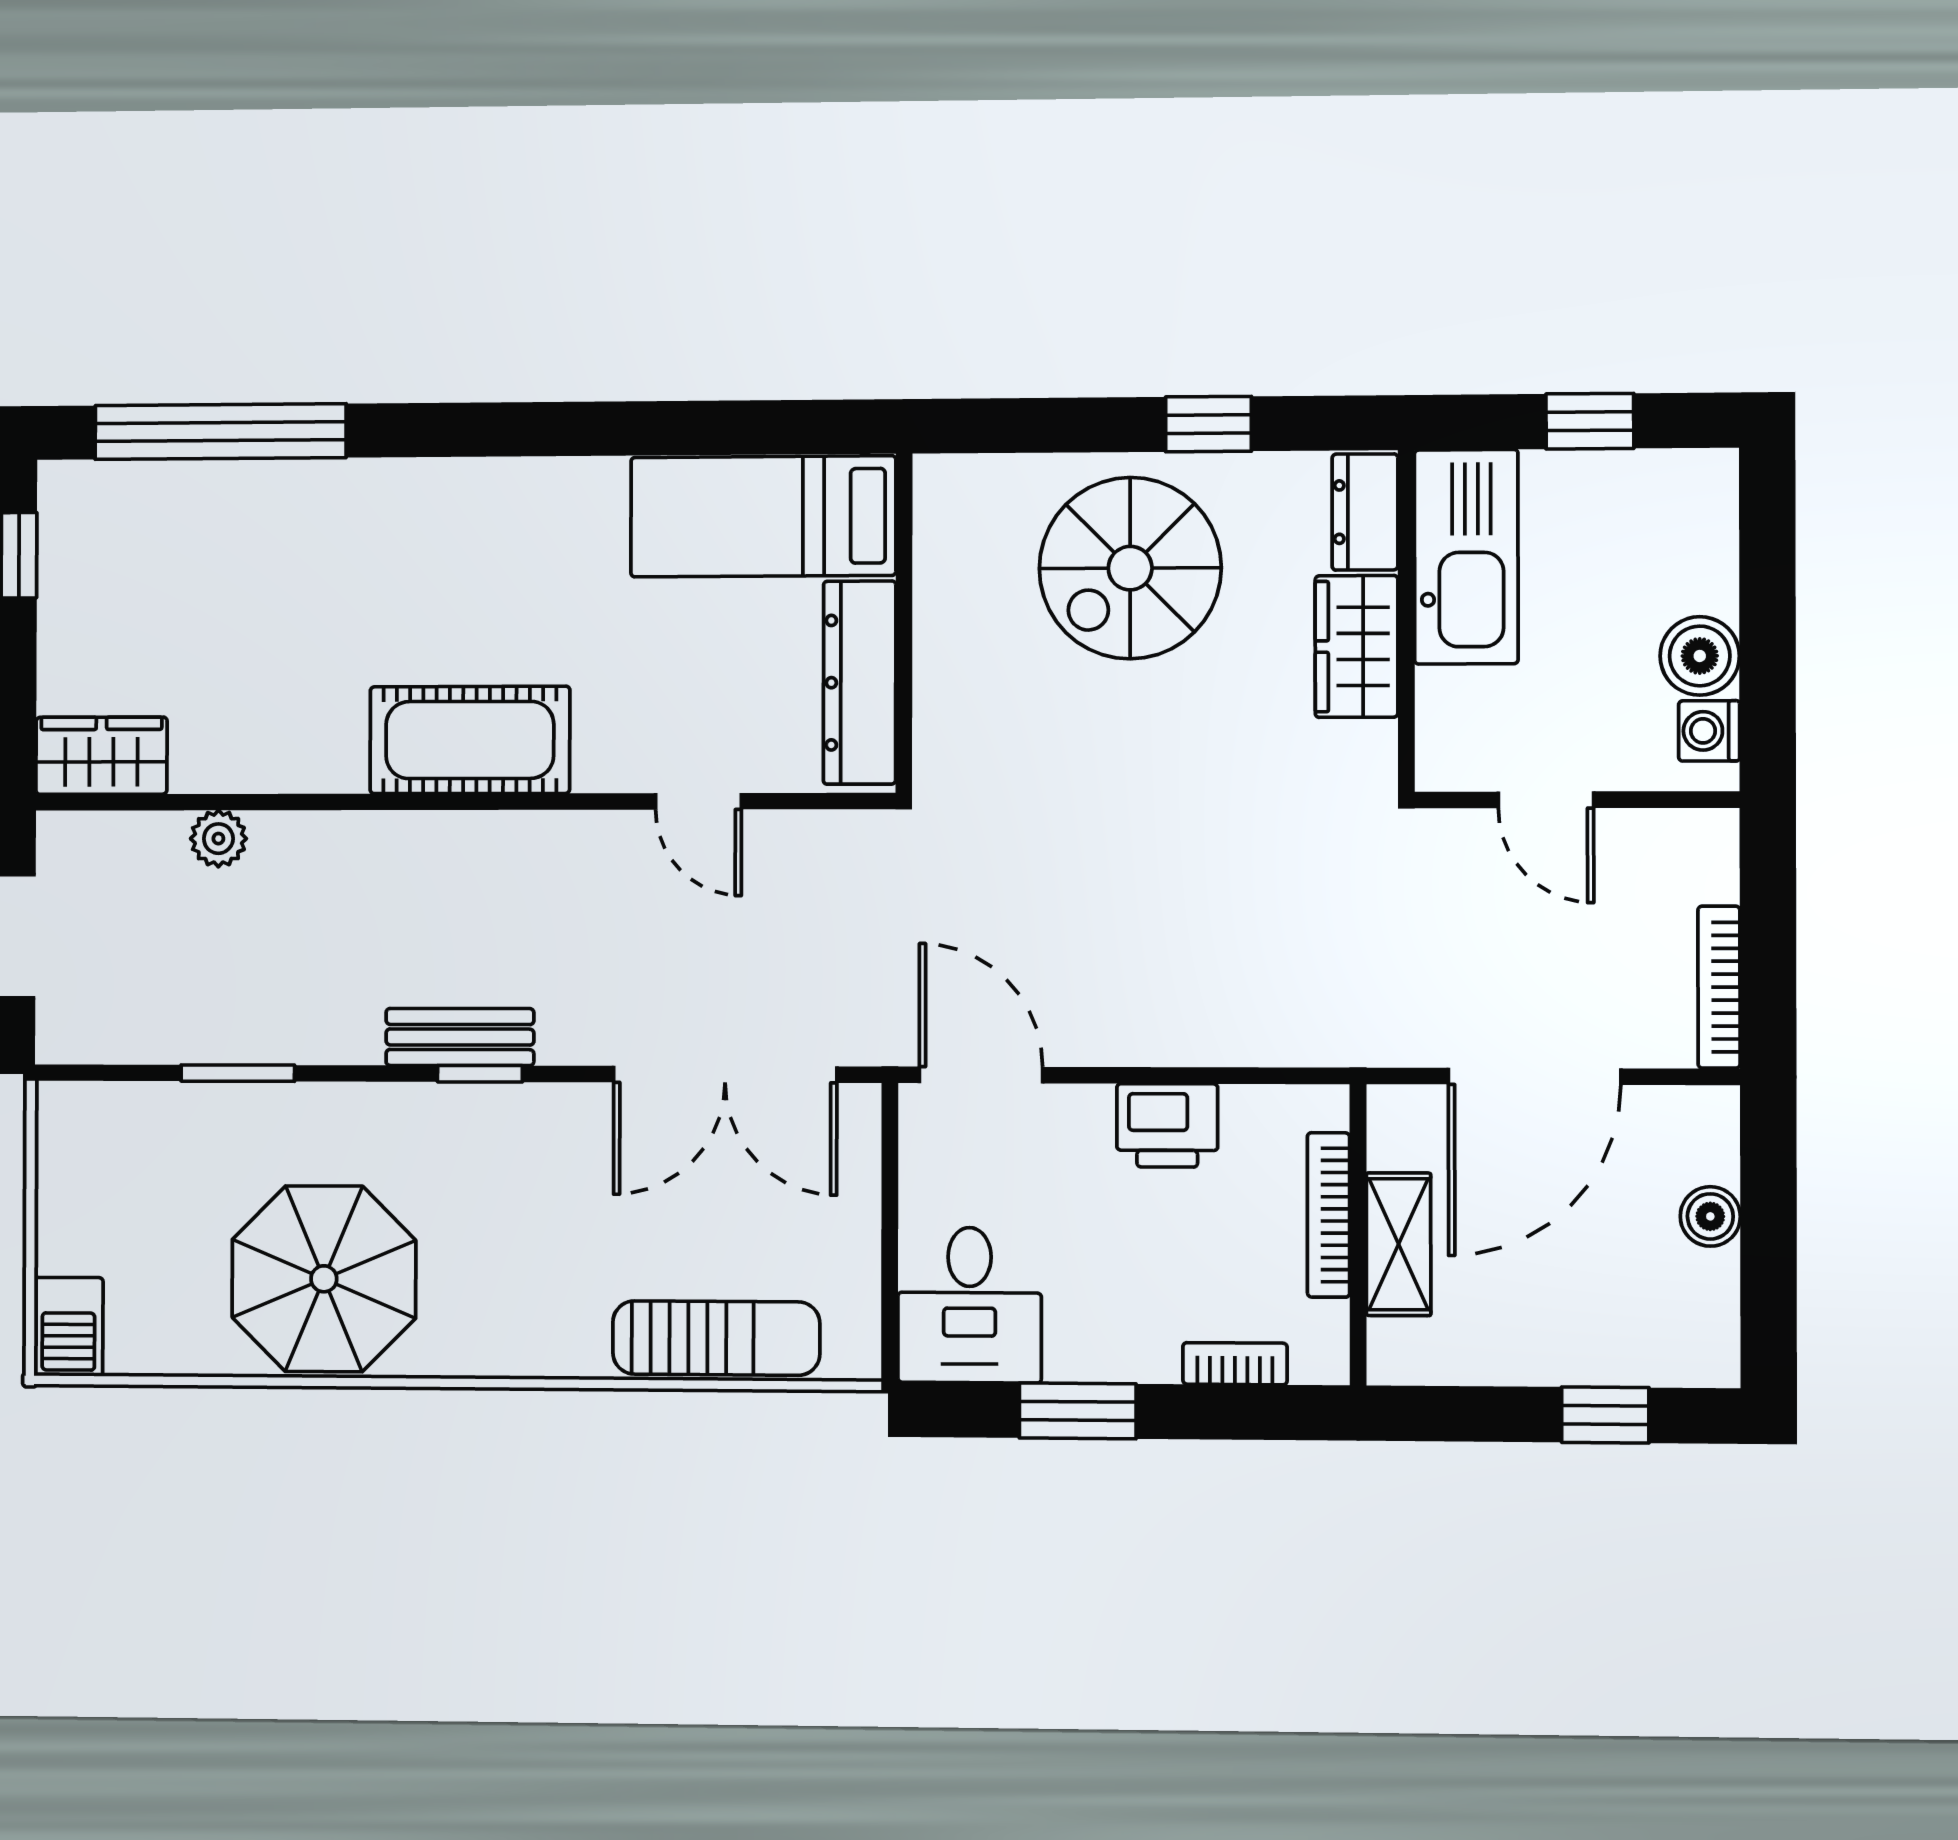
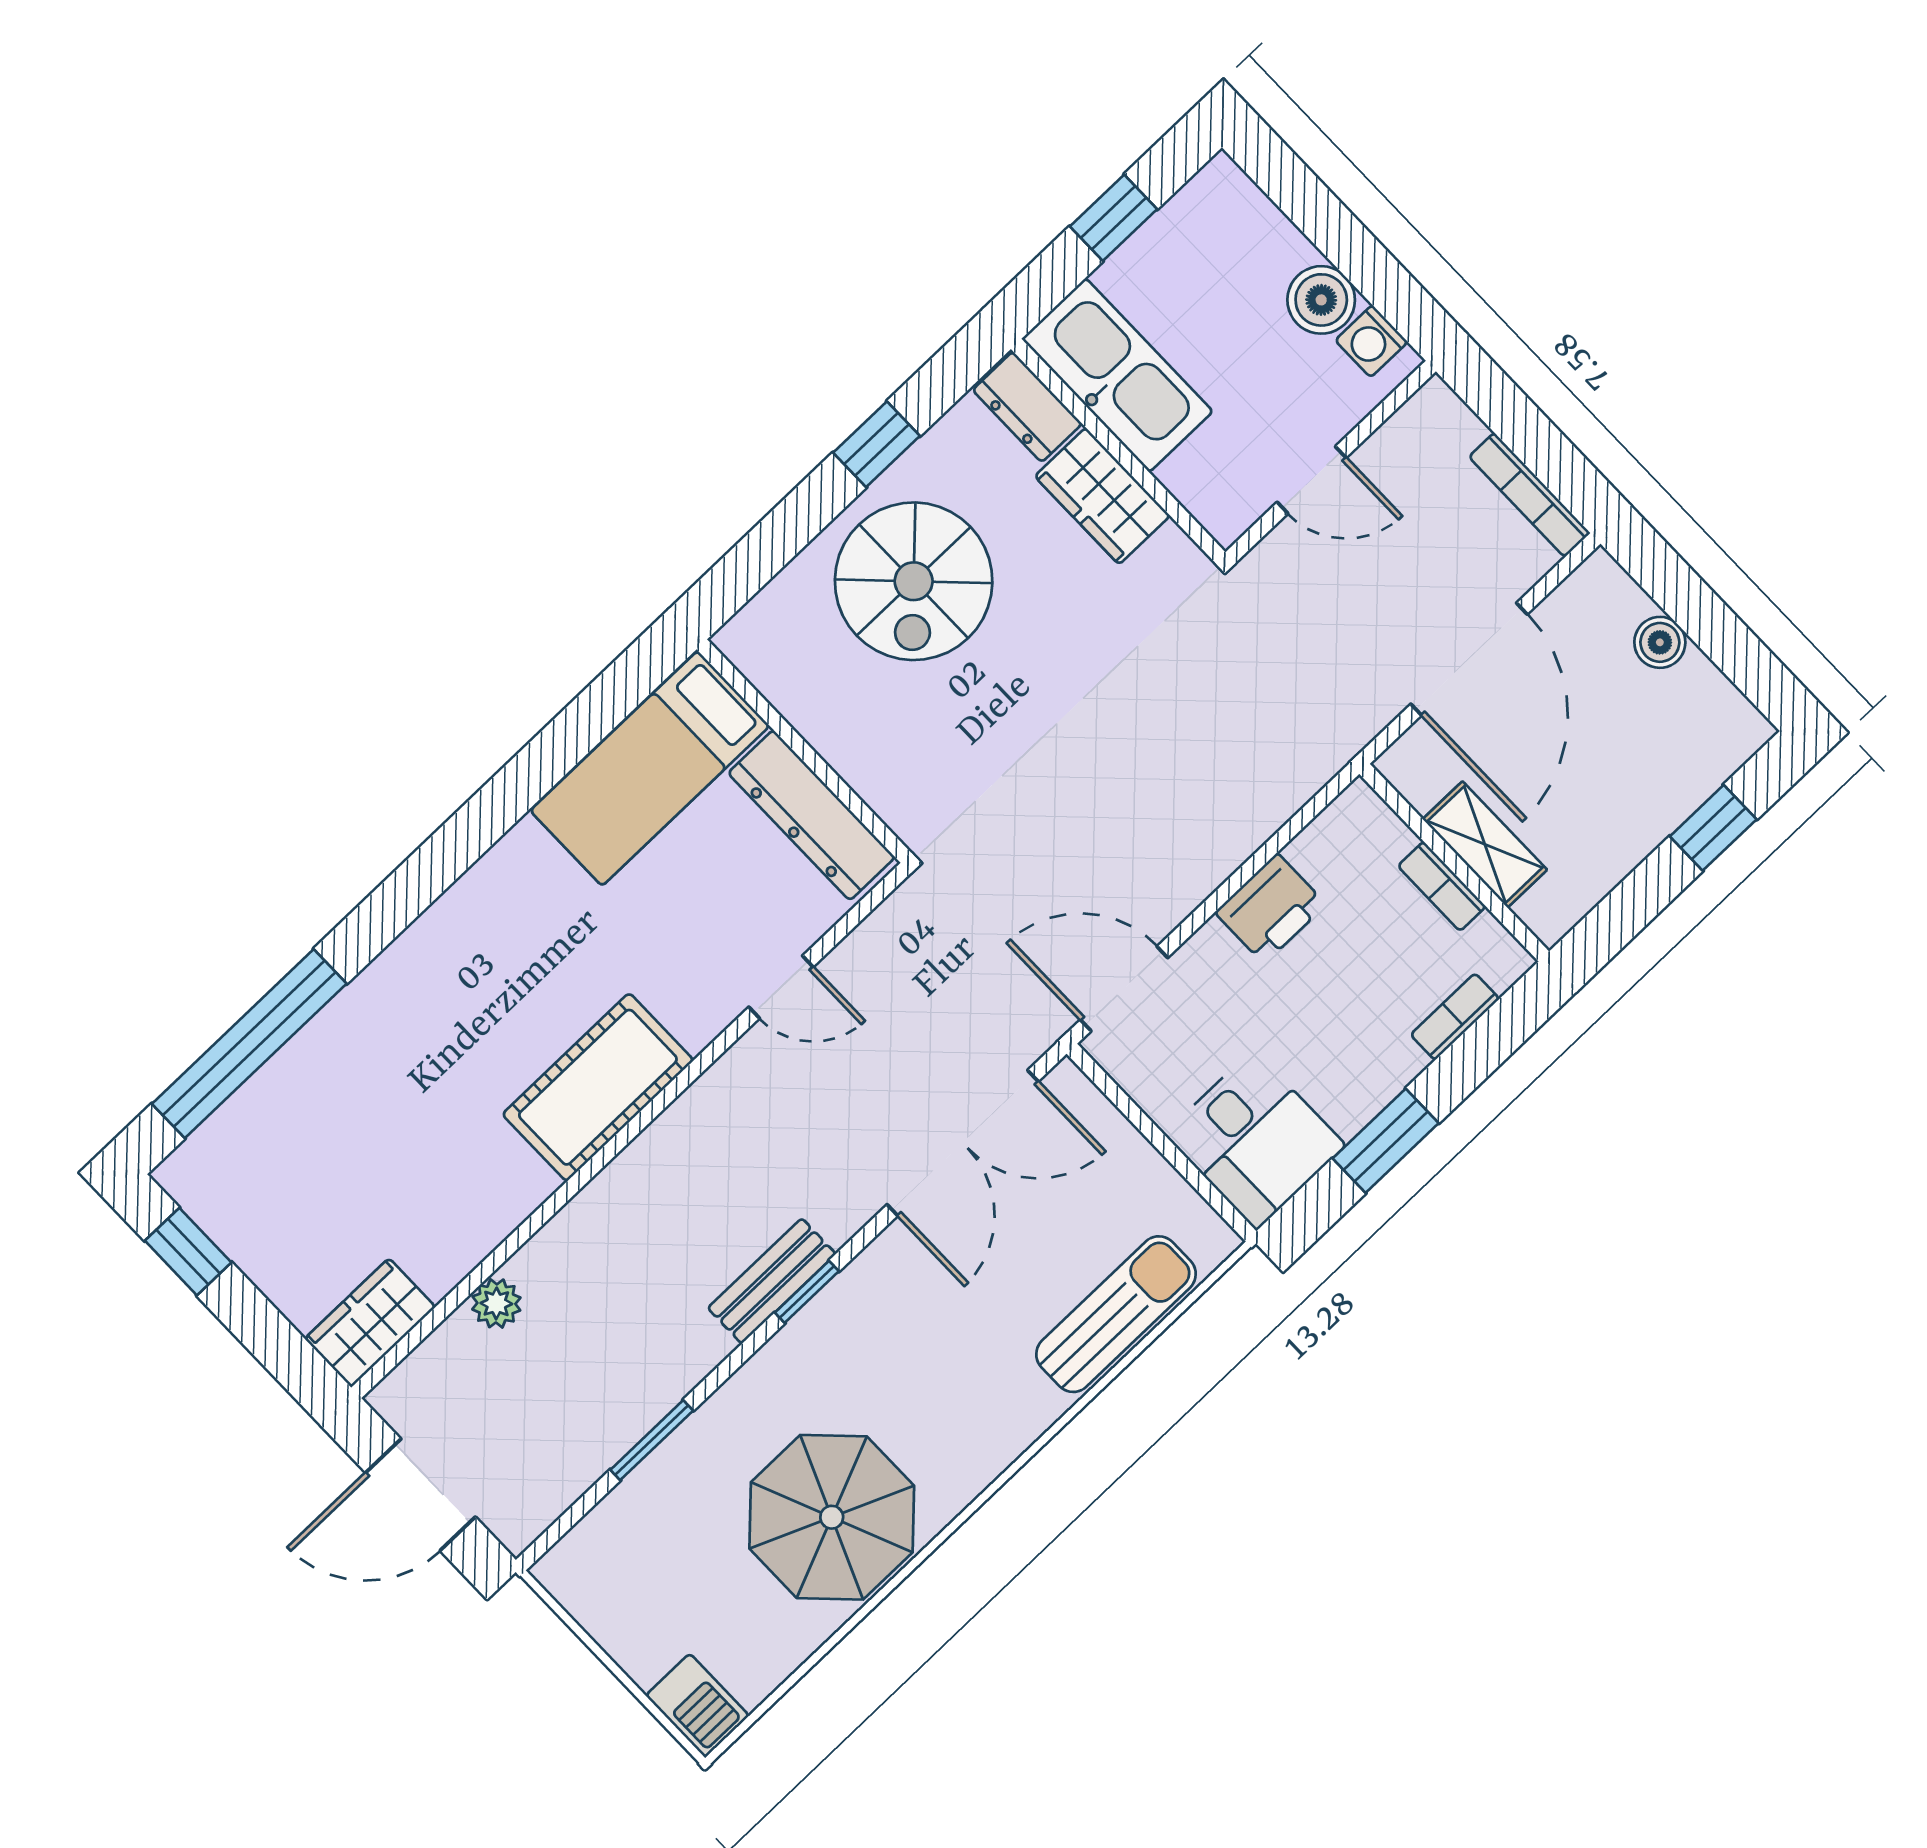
bookcase: (1329, 1215) -> (1442, 886), width x0.64

